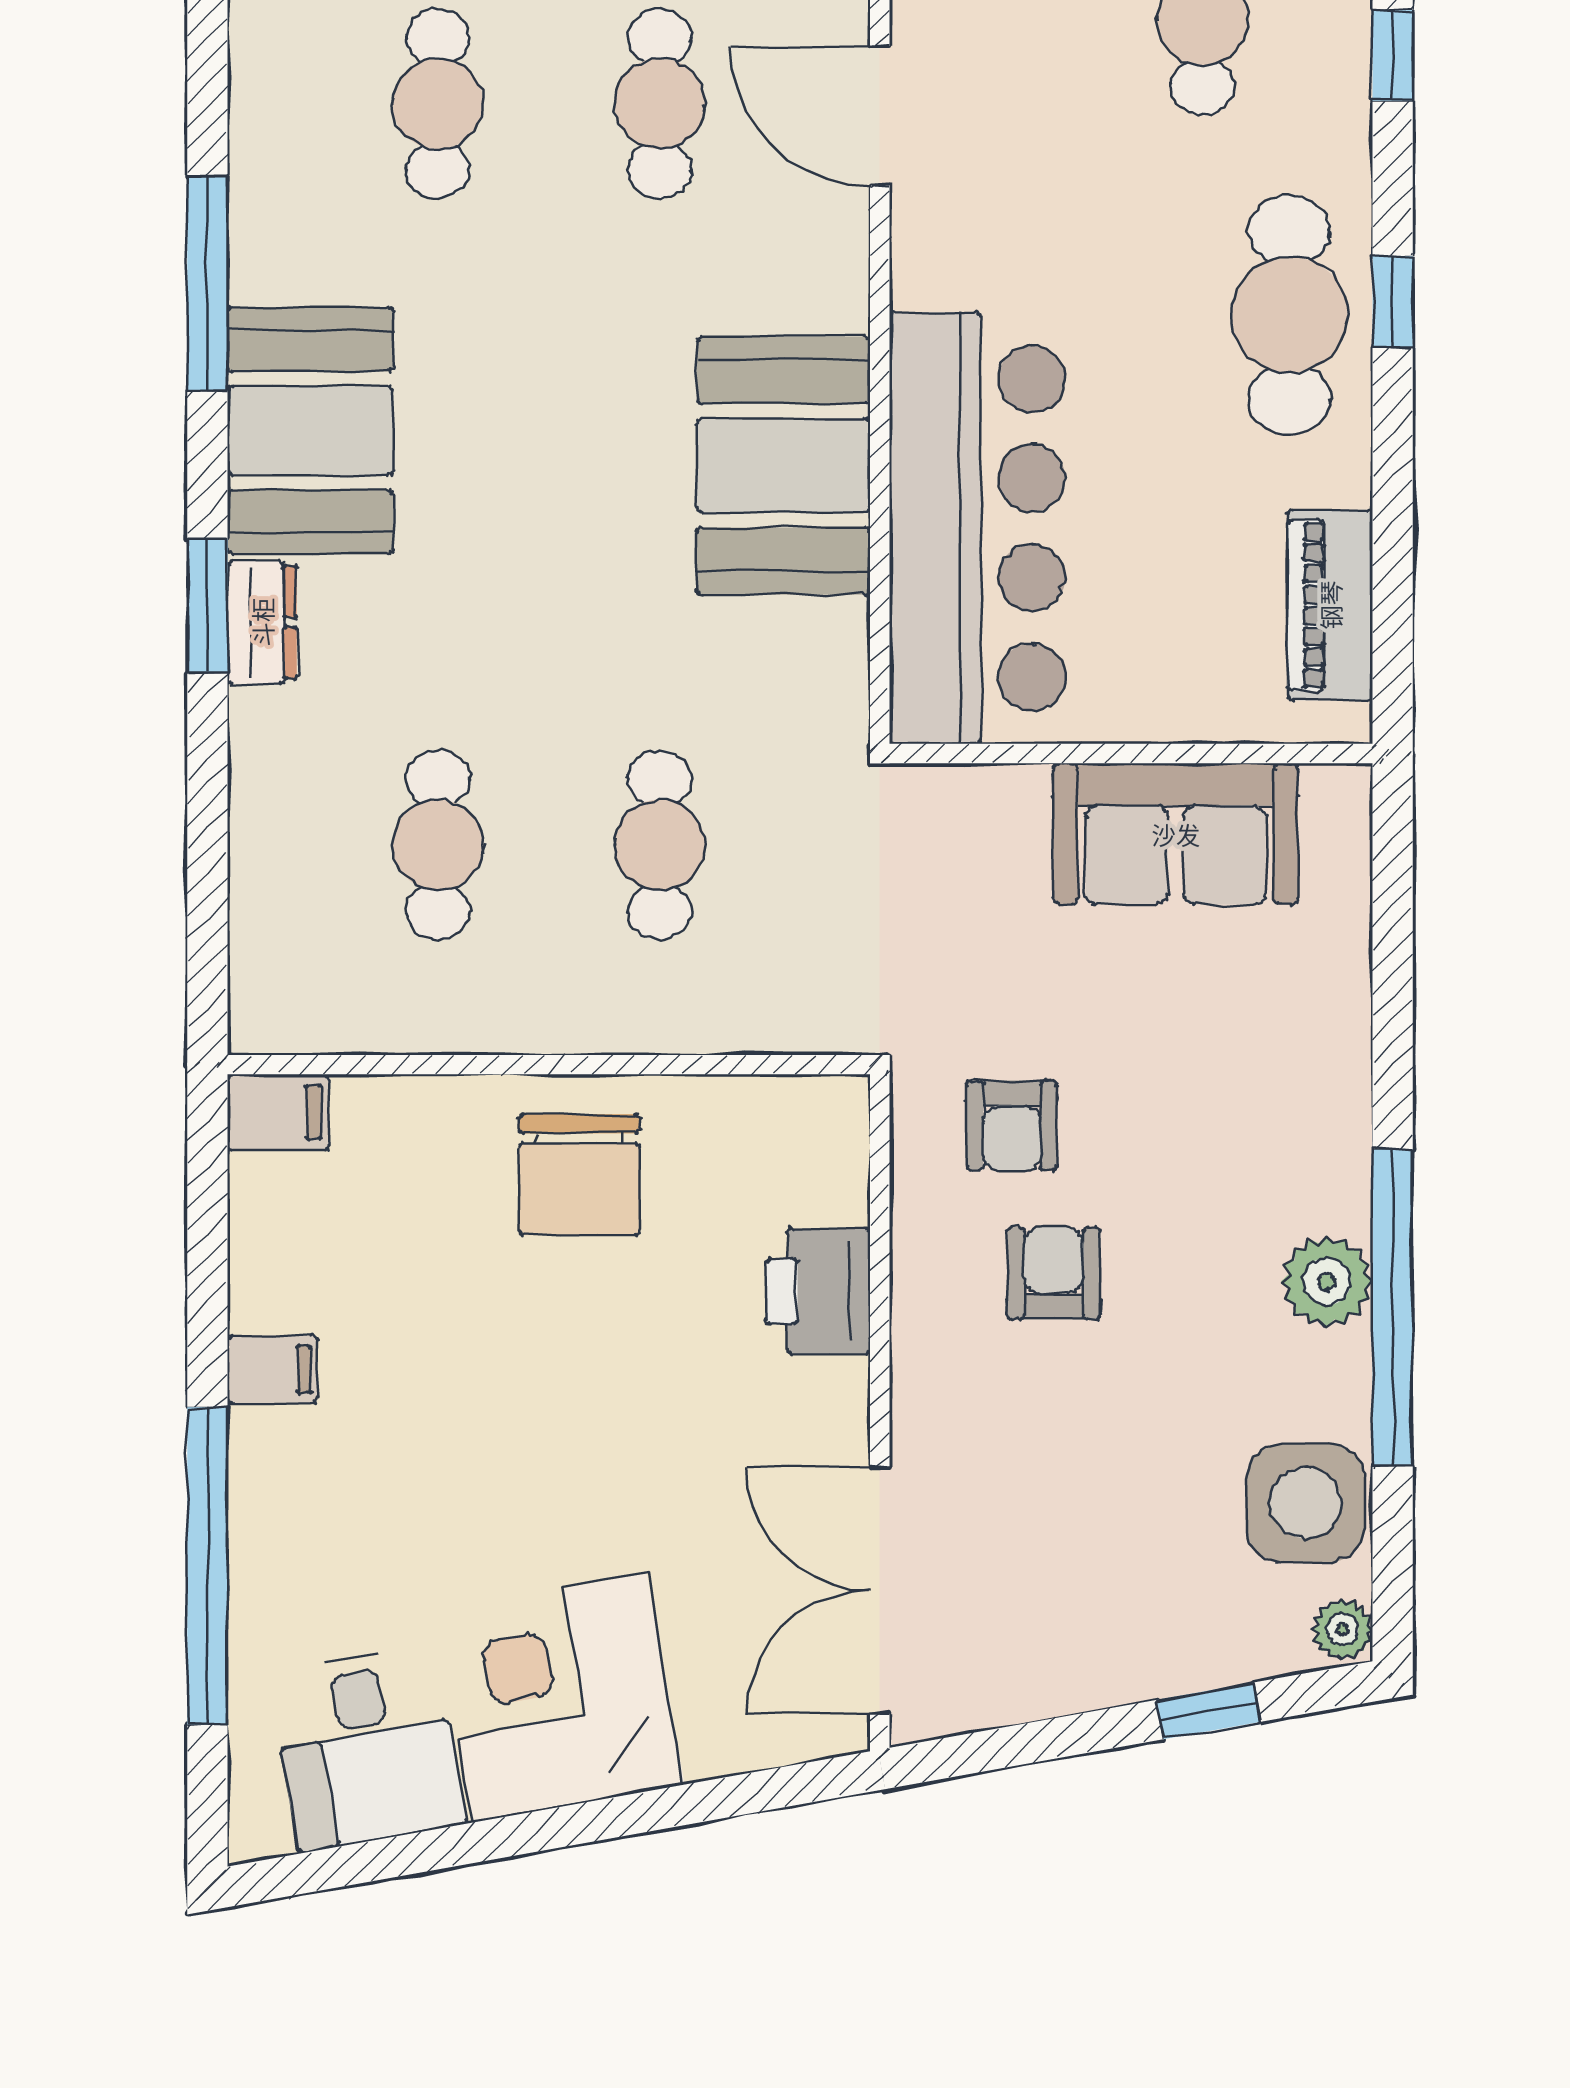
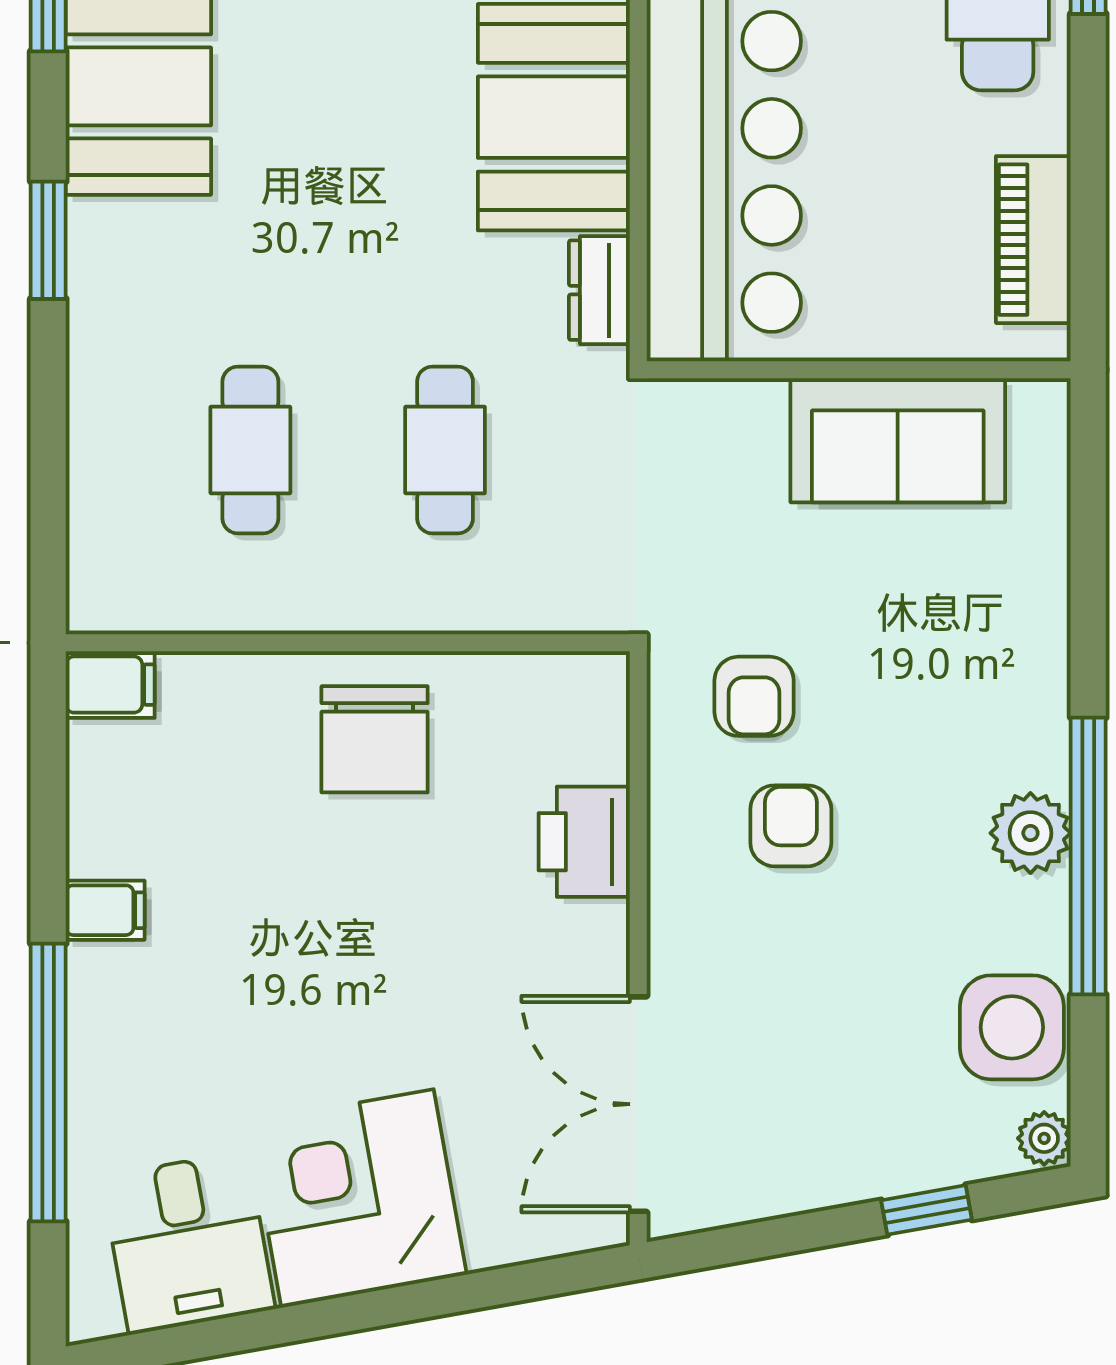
dresser: (262, 622) -> (599, 290), moved, turned 180

